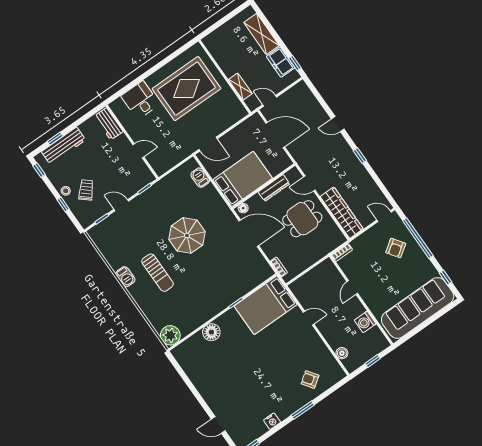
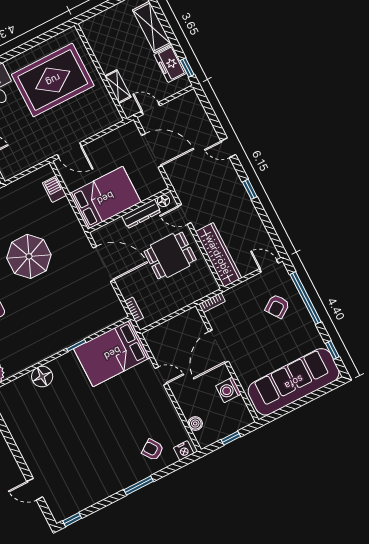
floor lamp: (243, 208) -> (163, 201), moved
door: (352, 287) -> (219, 346), width x1.88
nightstand: (272, 421) -> (184, 451), moved

